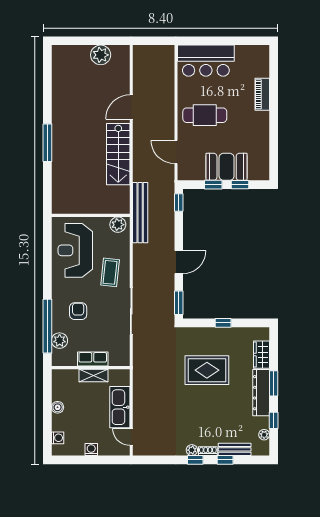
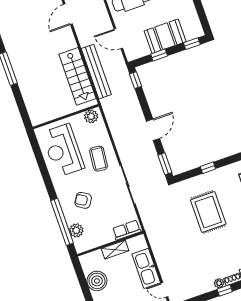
stairs: (118, 154) -> (77, 76), moved
window: (240, 185) -> (192, 44), moved
bench: (140, 213) -> (96, 72), moved
armchair: (78, 311) -> (83, 200), turned -58
row of seats: (93, 359) -> (127, 230), moved
rug: (207, 370) -> (208, 212), turned 90
boiler: (58, 407) -> (97, 281), width x1.86, depth x1.86

